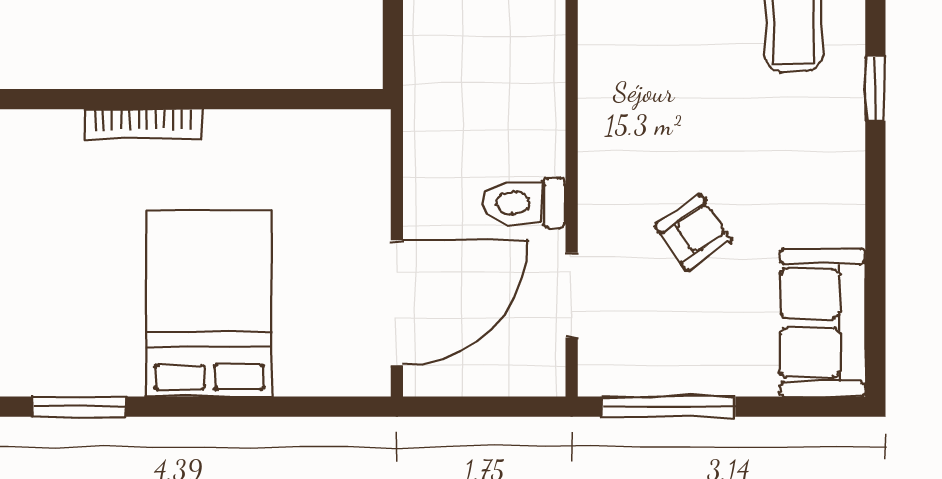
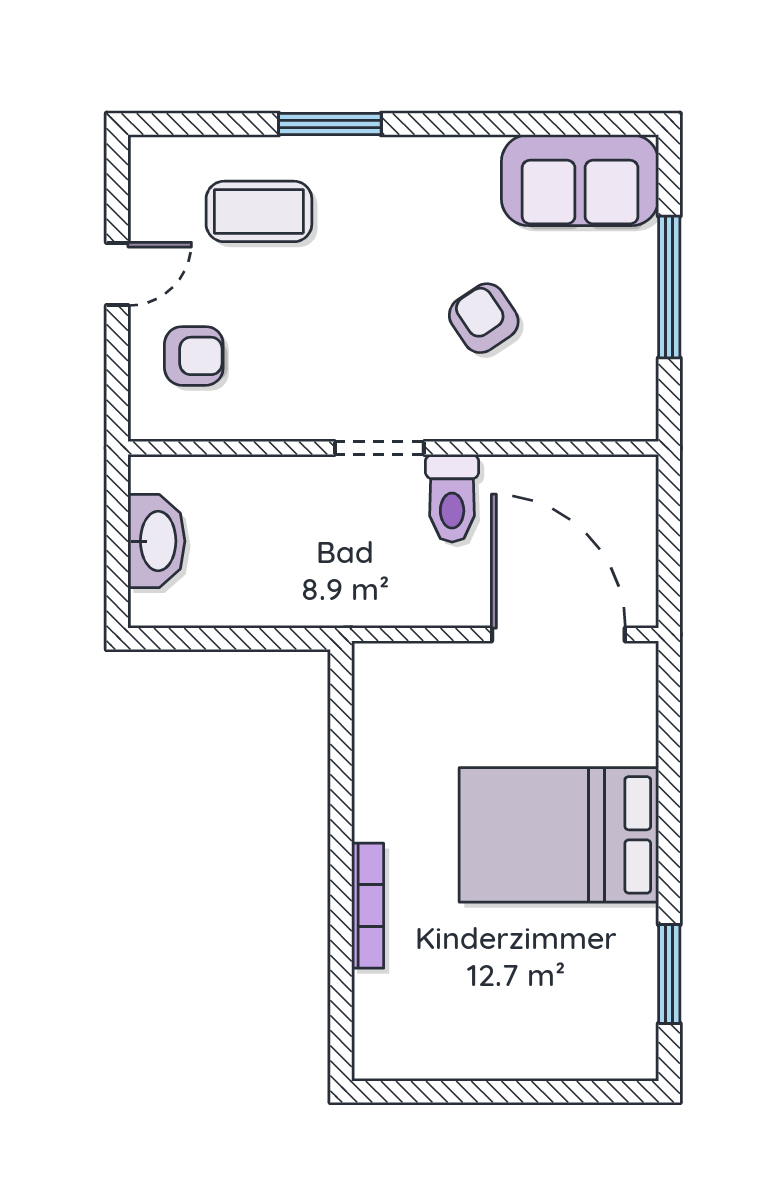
window: (875, 89) -> (330, 124), width x1.50
doorway: (572, 295) -> (379, 448), moved
window: (669, 407) -> (669, 287), moved

